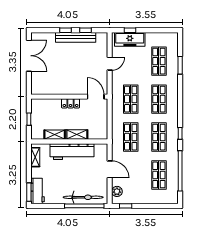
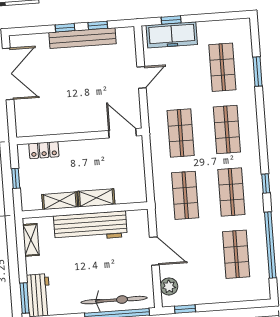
locker: (71, 103) -> (44, 150), moved

